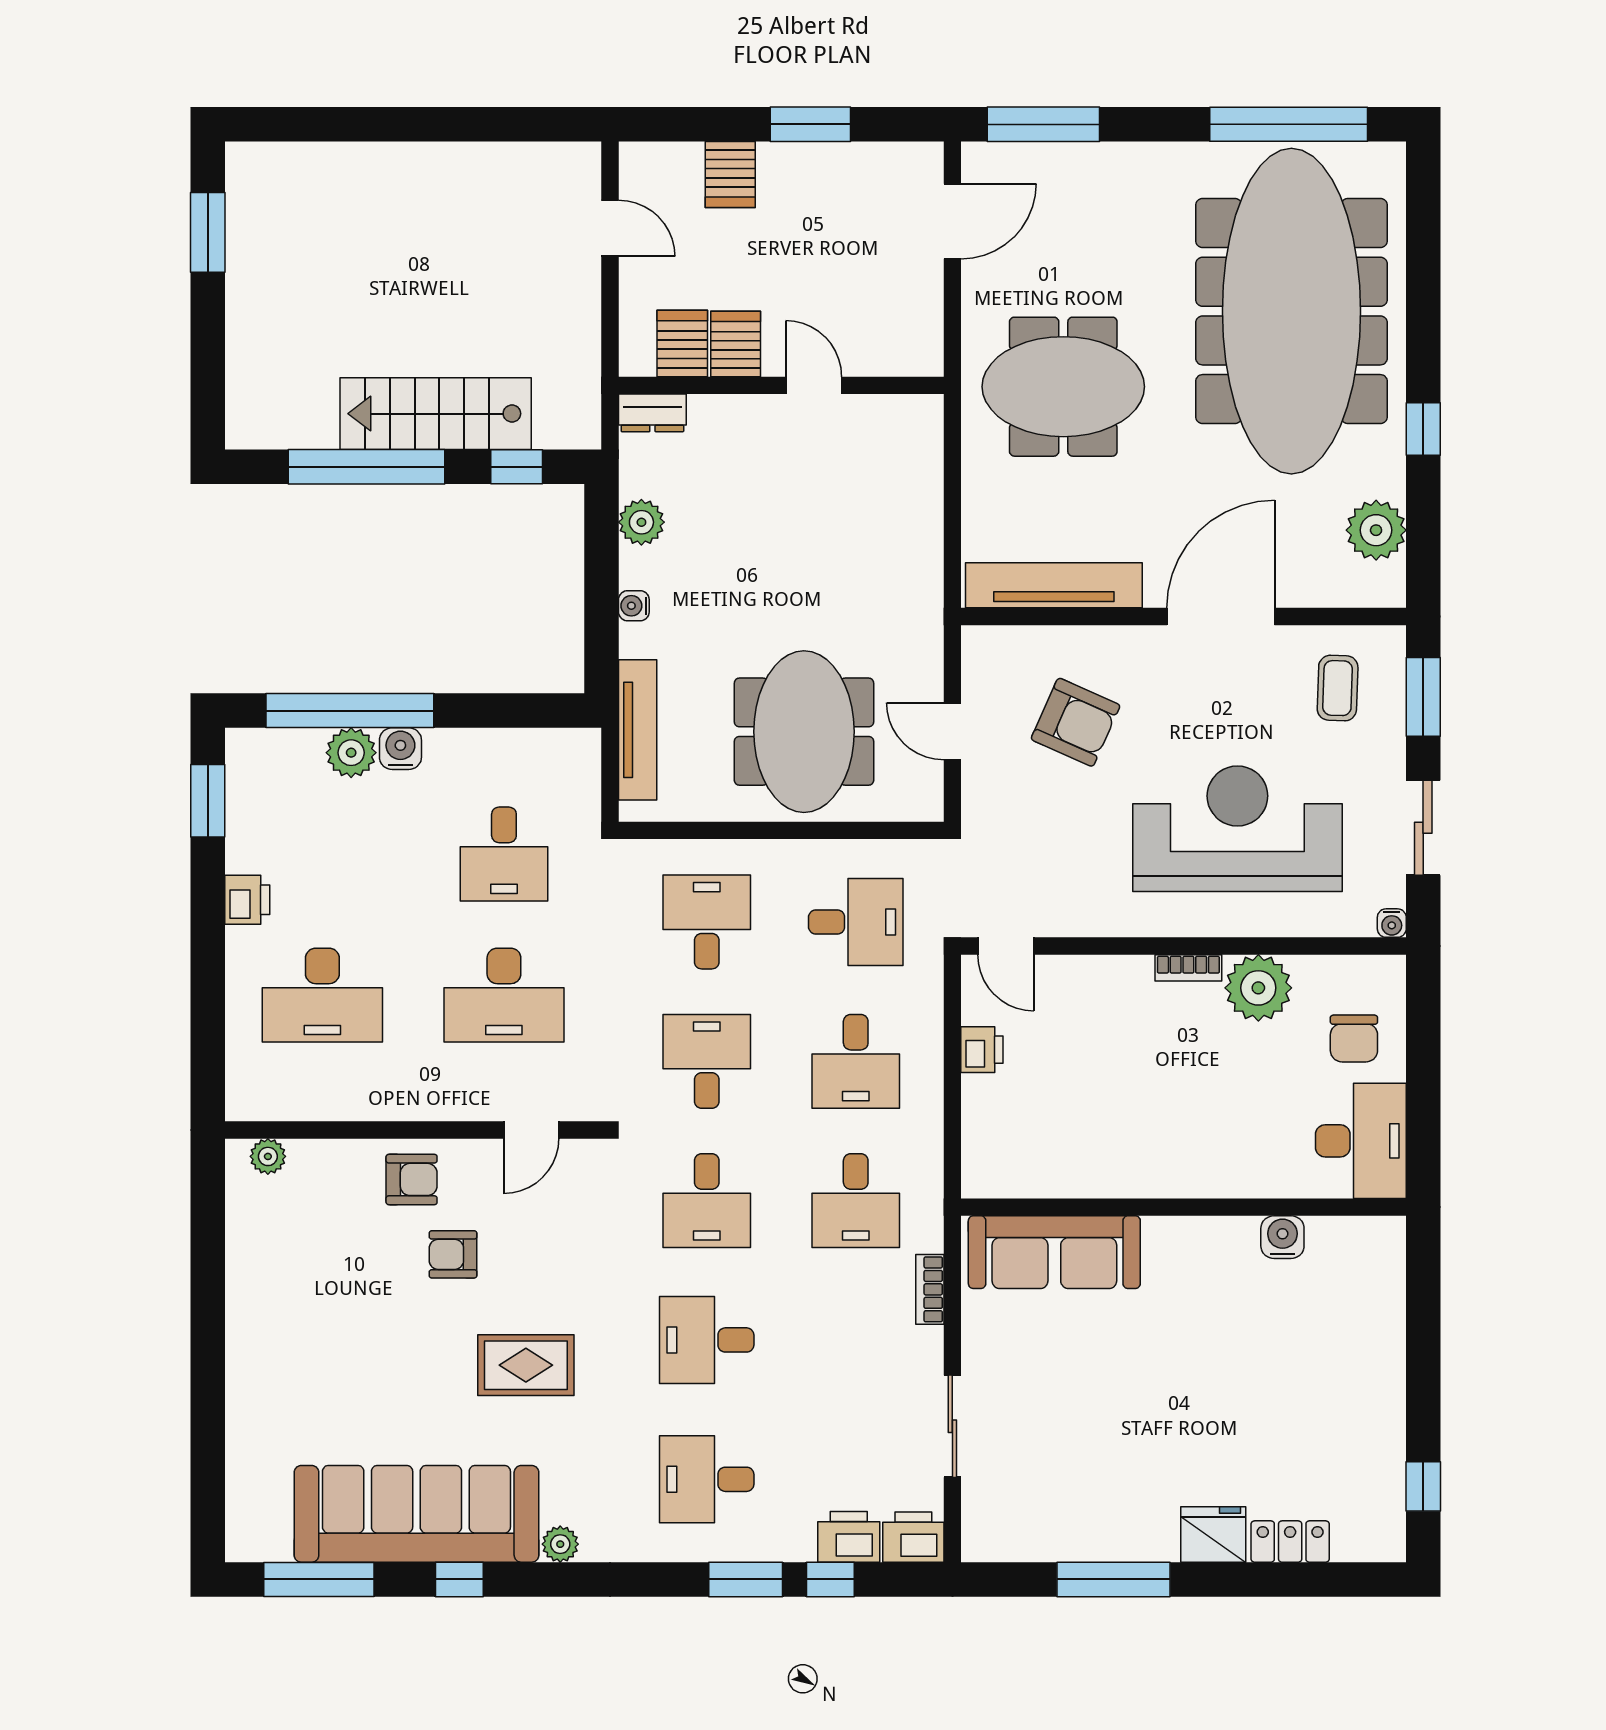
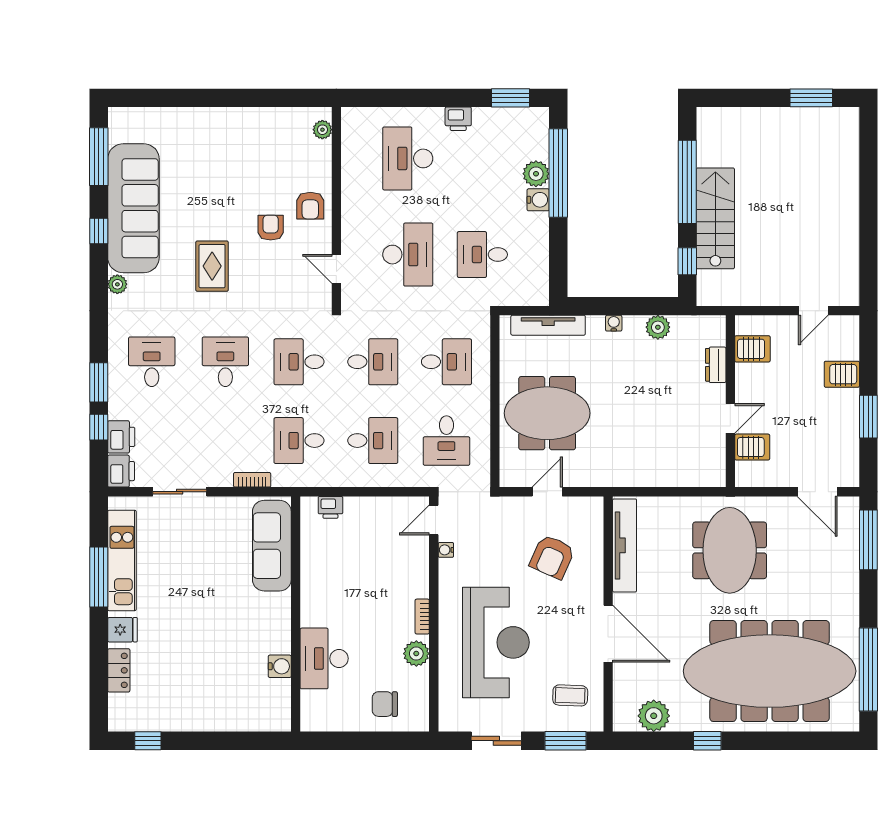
server rack: (736, 344) -> (752, 447), moved
dresser: (652, 413) -> (716, 365), moved
water cooler: (1392, 923) -> (446, 550), moved
plant: (1258, 988) -> (416, 654), width x0.73, depth x0.73
desk: (504, 995) -> (408, 255), turned 180
printer: (982, 1050) -> (330, 507), moved
desk: (856, 1061) -> (373, 441), turned 180
desk: (1361, 1141) -> (324, 658), moved, turned 90
fridge: (1213, 1534) -> (122, 630), width x0.72
kitchen unit: (1082, 1535) -> (122, 560), added

